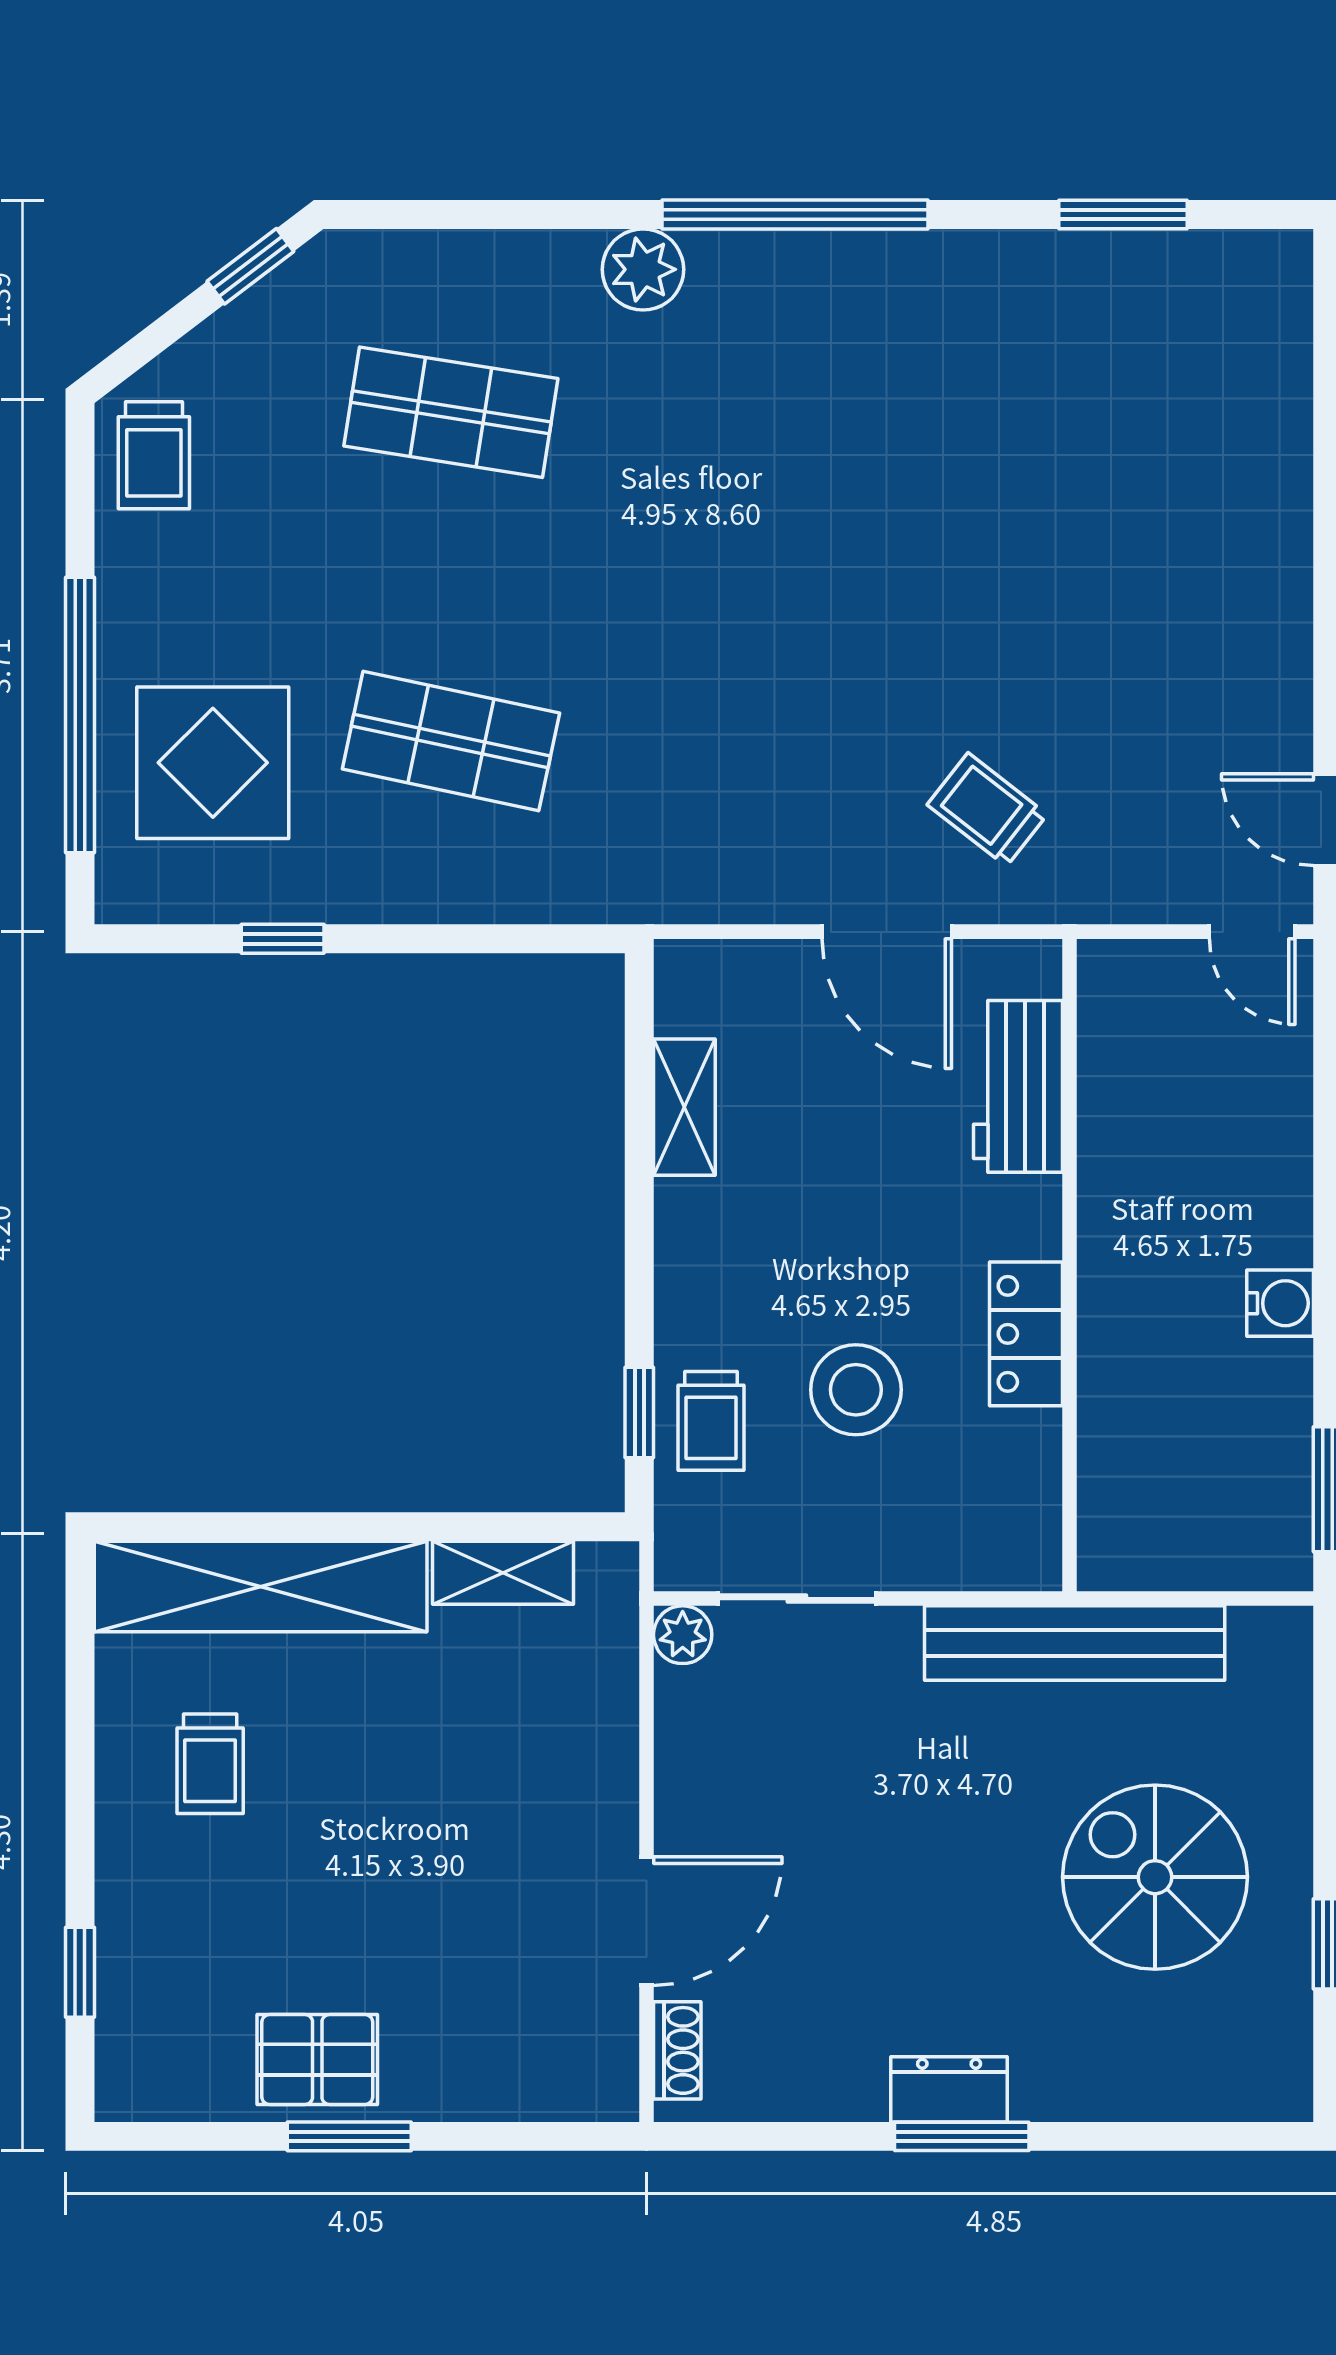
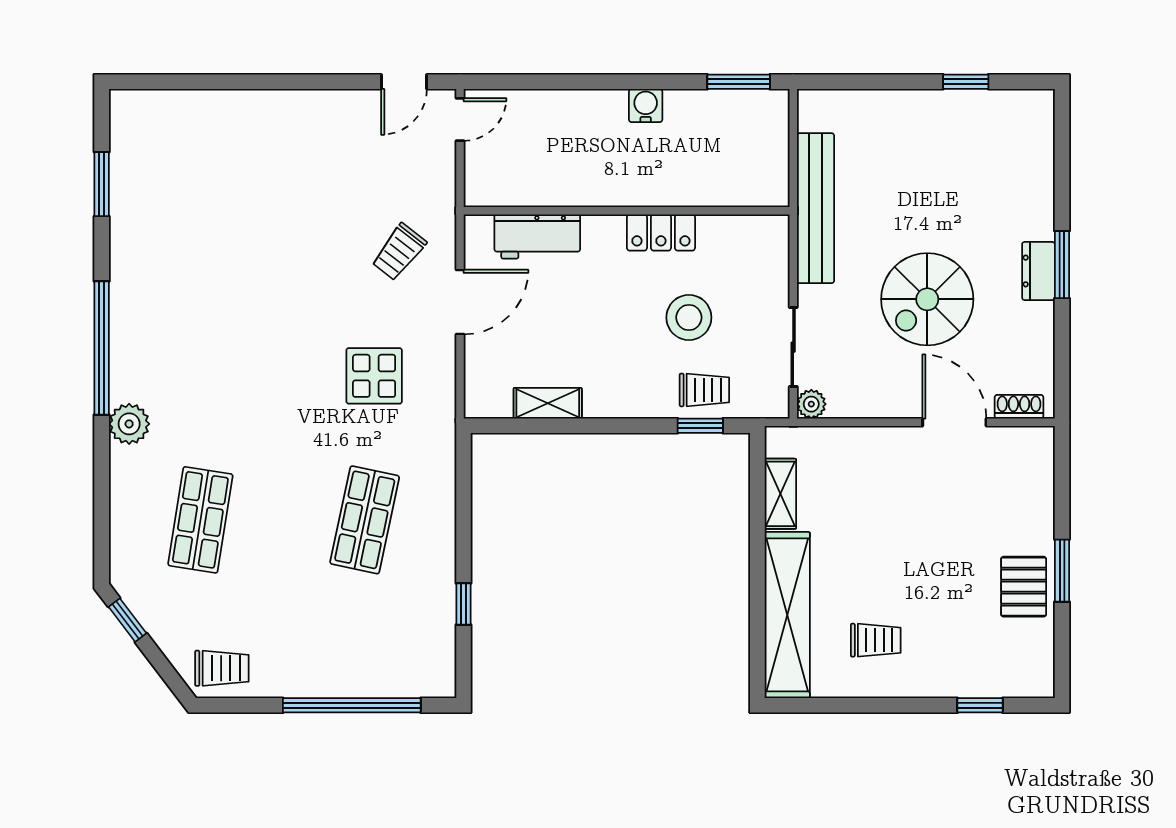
display table: (213, 763) -> (374, 376), moved, width x0.73, depth x0.73
spiral stairs: (1155, 1877) -> (927, 299), moved

